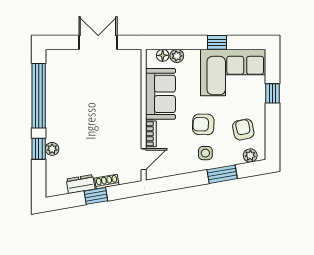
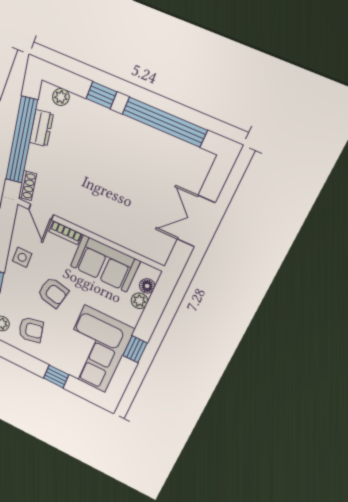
double door: (98, 42) -> (196, 221), swing flipped
armchair: (203, 124) -> (53, 292), turned 100
plant: (52, 149) -> (61, 97), moved
side table: (205, 153) -> (22, 257), moved
shoe rack: (107, 182) -> (28, 186), moved
window: (96, 196) -> (22, 140), width x3.17

